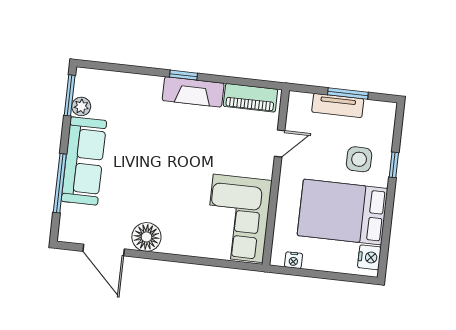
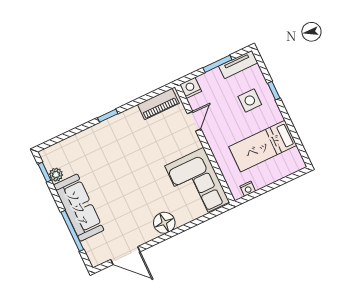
fireplace: (193, 92) -> (120, 122), removed
window: (70, 95) -> (45, 172), width x0.67
tv unit: (338, 105) -> (238, 64), moved
bed: (343, 212) -> (263, 146), width x0.67
floor lamp: (146, 237) -> (164, 223), moved
nightstand: (369, 257) -> (190, 88), moved, turned -90

